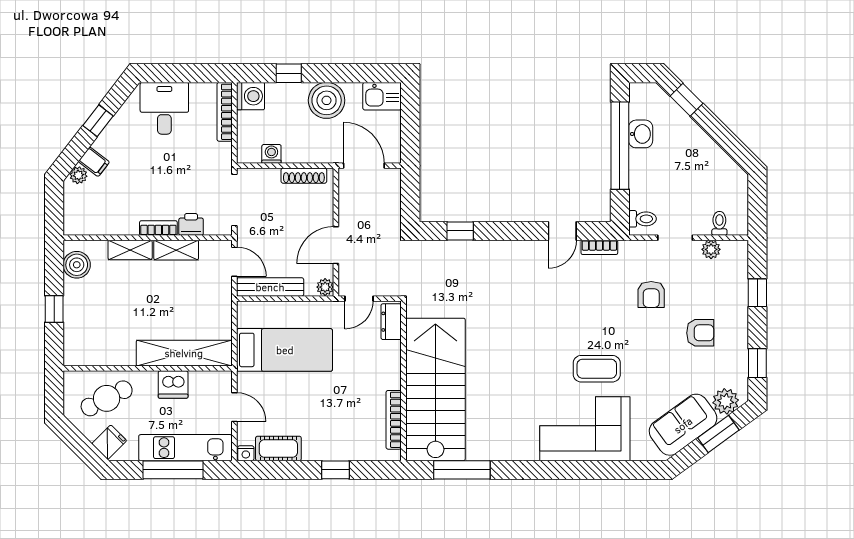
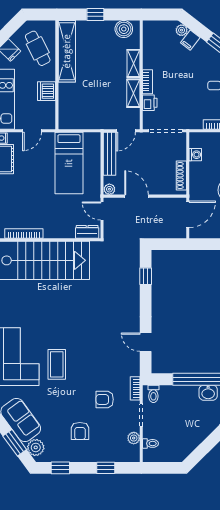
bookcase: (599, 247) -> (135, 388), moved
shelving: (184, 353) -> (67, 51), moved

